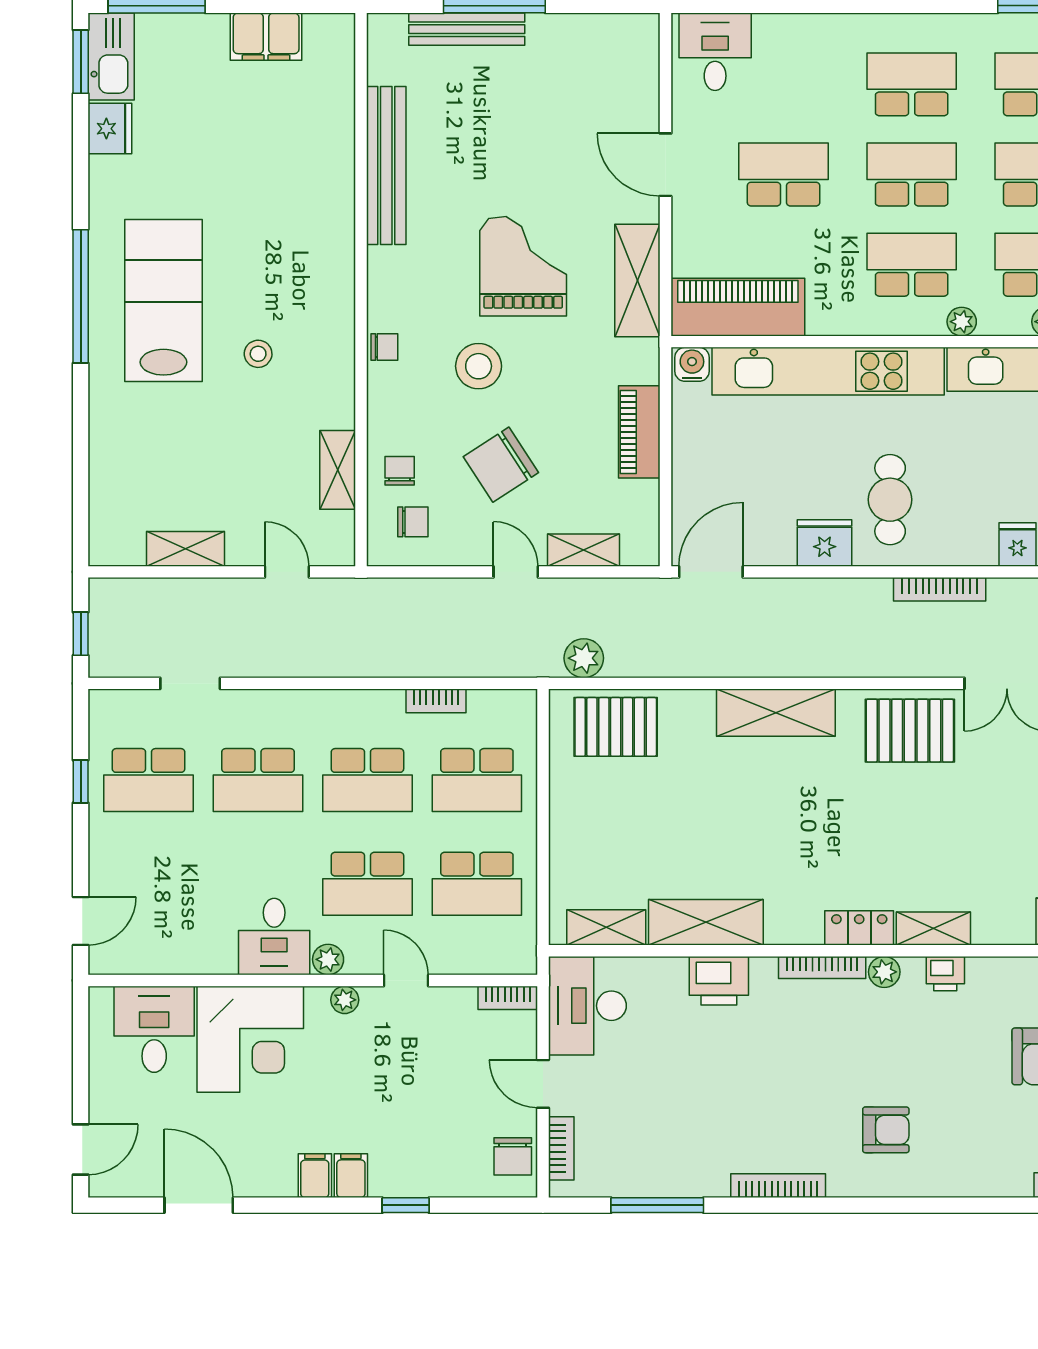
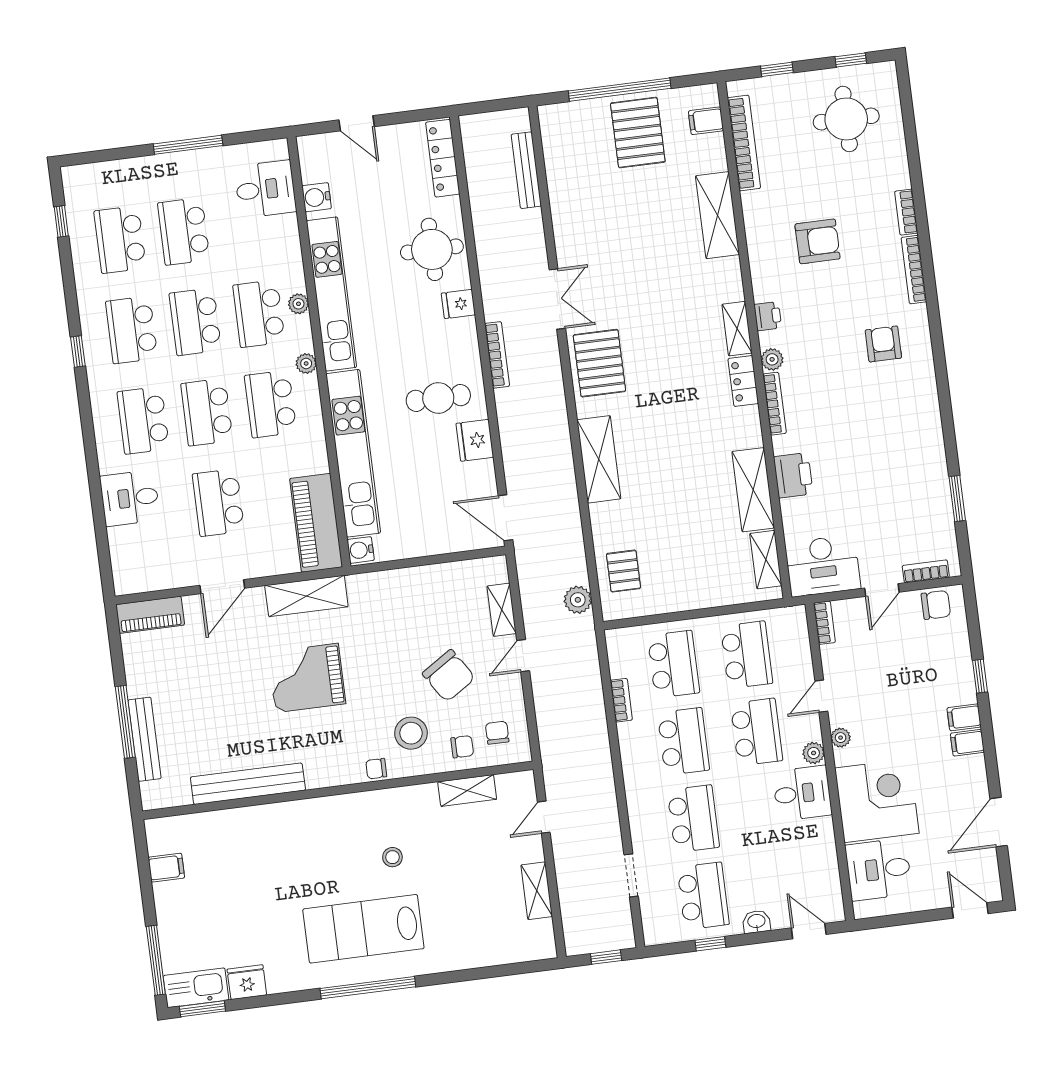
filing cabinet: (266, 37) -> (166, 868), width x0.50
desk: (715, 52) -> (130, 498), moved
chair: (384, 347) -> (376, 769), turned -90
stool: (479, 366) -> (411, 733), moved
piano: (639, 432) -> (150, 615), moved
chair: (400, 471) -> (462, 747), turned 180
pallet: (616, 727) -> (623, 571), width x0.67, depth x0.71
washbasin: (103, 850) -> (756, 922), added
bookcase: (778, 1186) -> (914, 270), moved
window: (657, 1205) -> (957, 498), width x0.69

